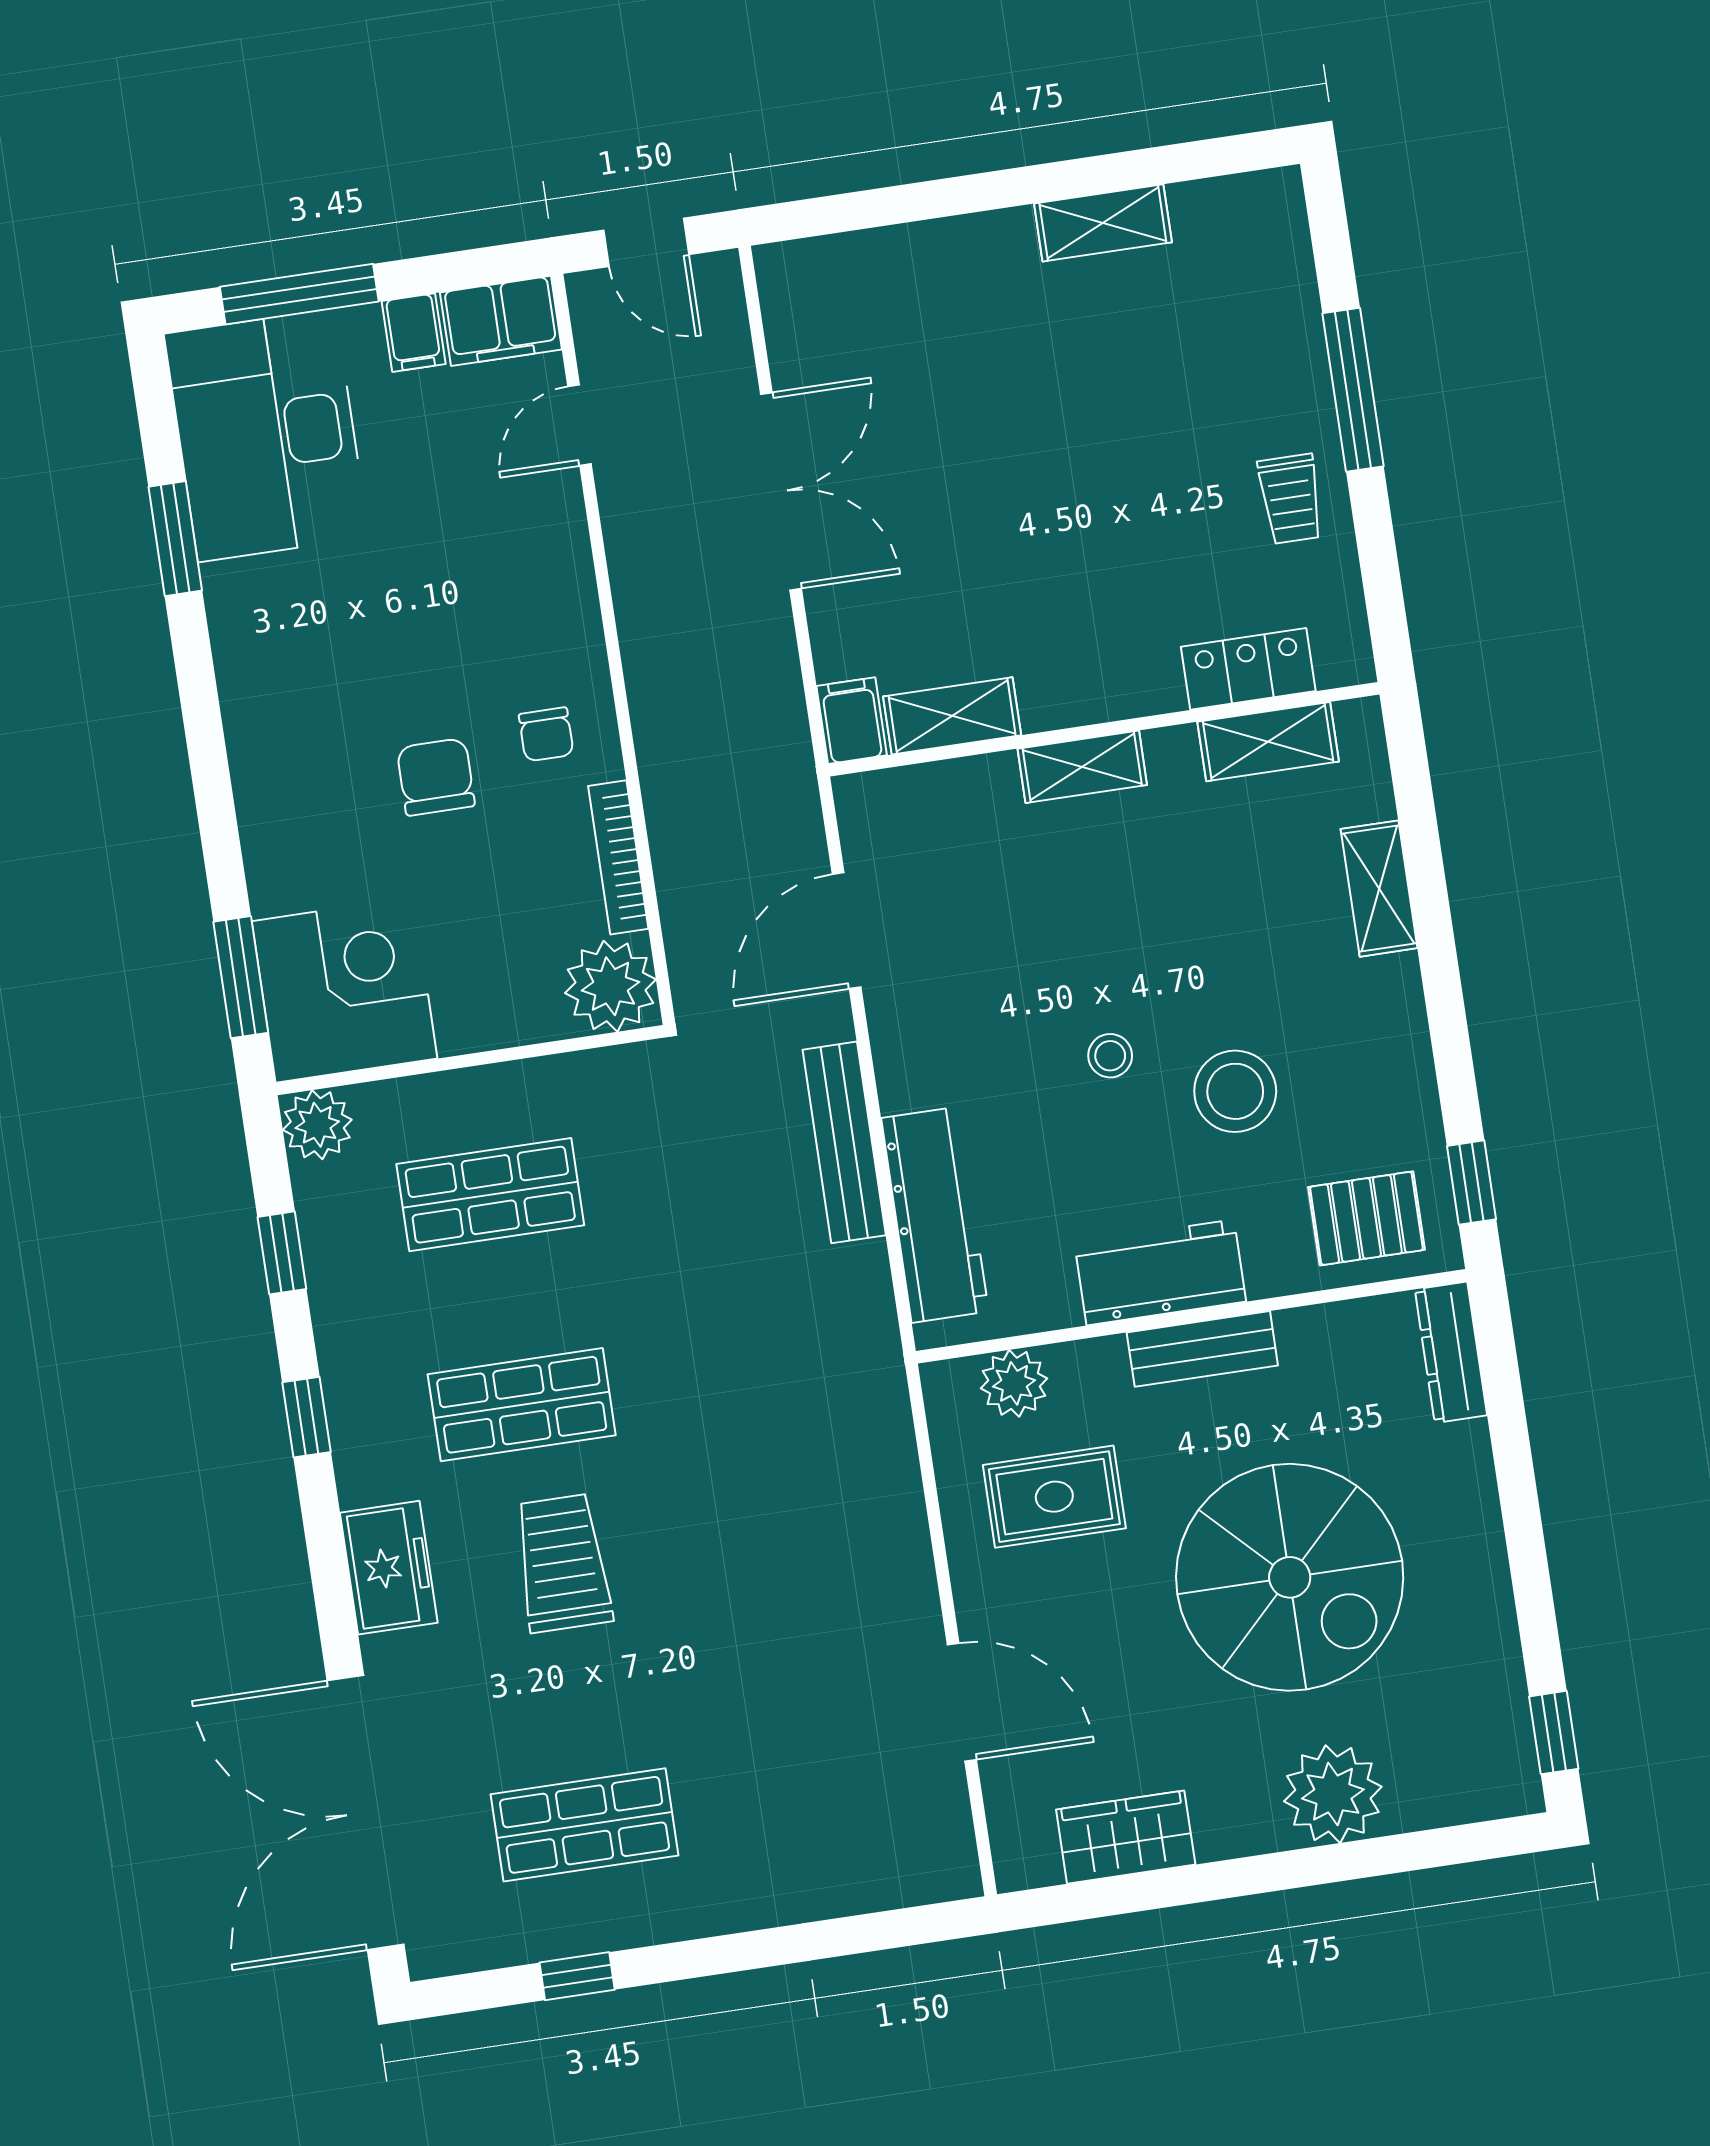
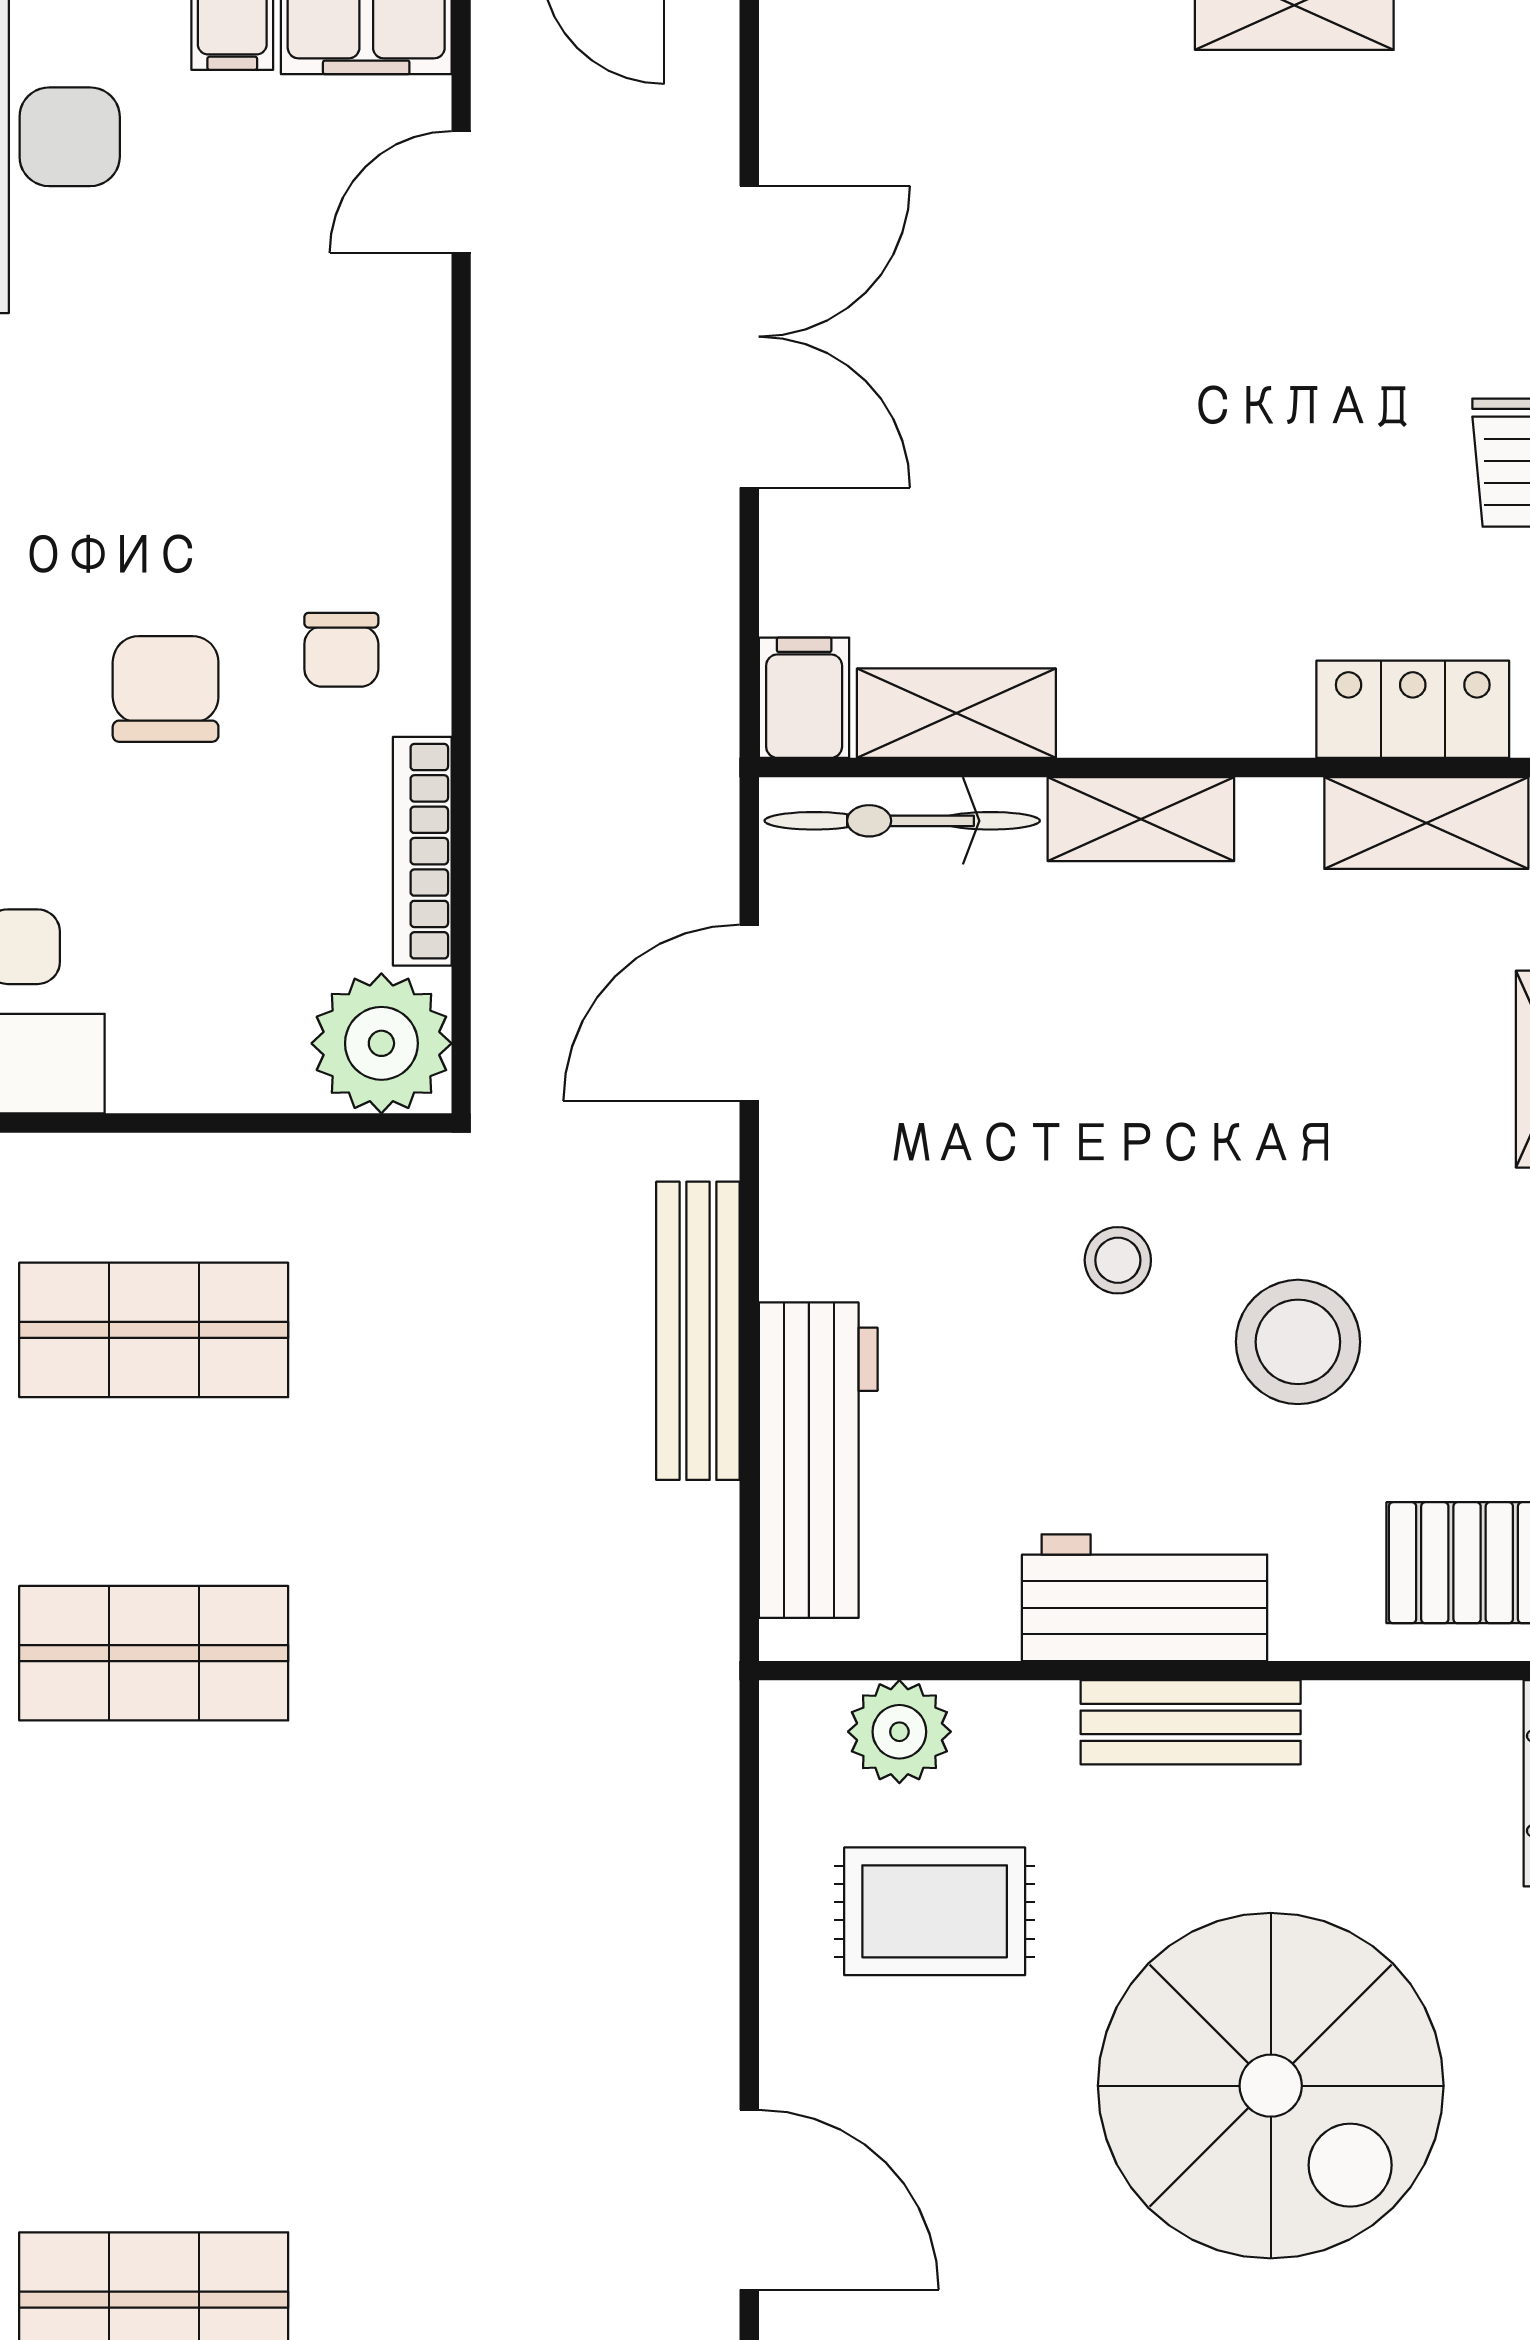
bicycle: (927, 791) -> (902, 821), added
trolley: (563, 1563) -> (180, 1901), removed

